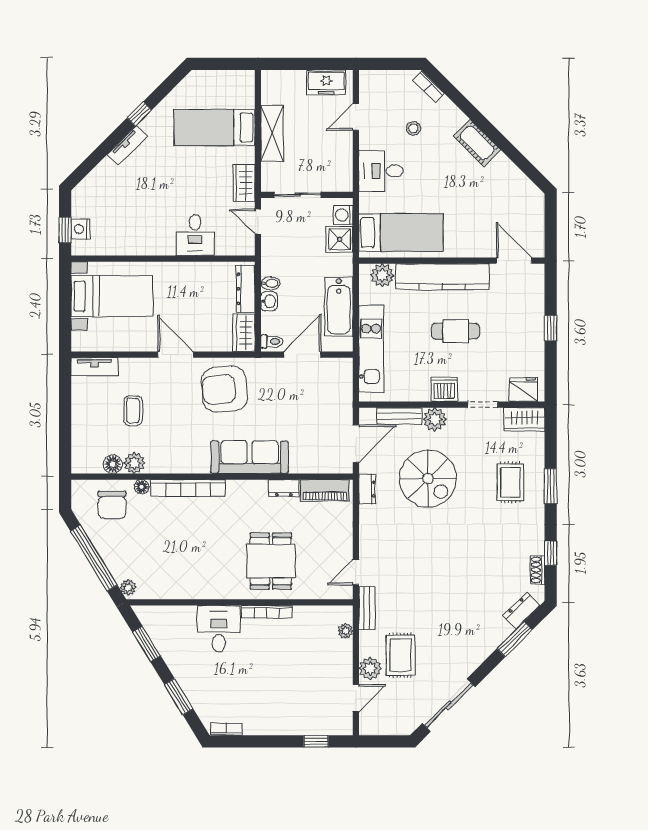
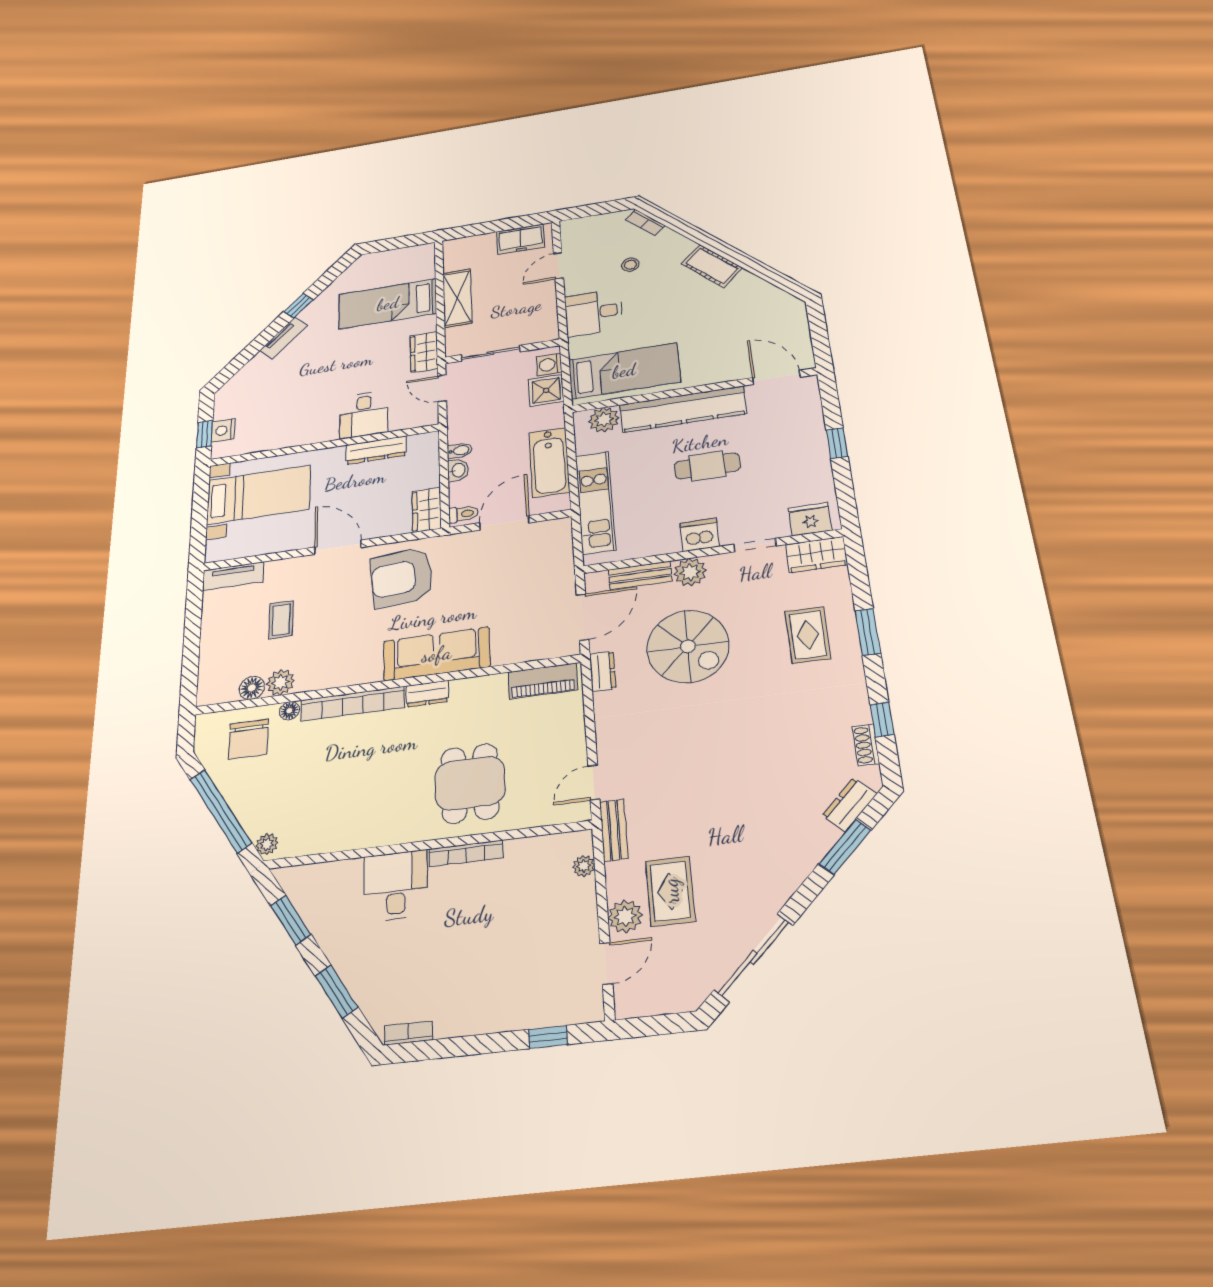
dresser: (246, 289) -> (376, 450), moved, turned -90
dresser: (284, 488) -> (427, 694), moved

